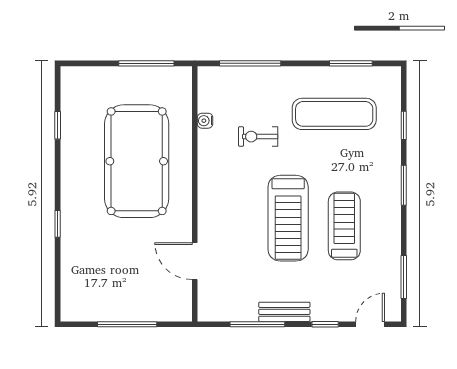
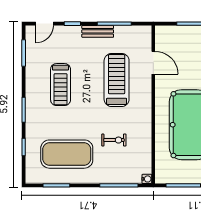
exercise mat: (334, 114) -> (67, 154), width x1.47
water cooler: (205, 121) -> (147, 179), moved
treadmill: (288, 218) -> (117, 80), moved

